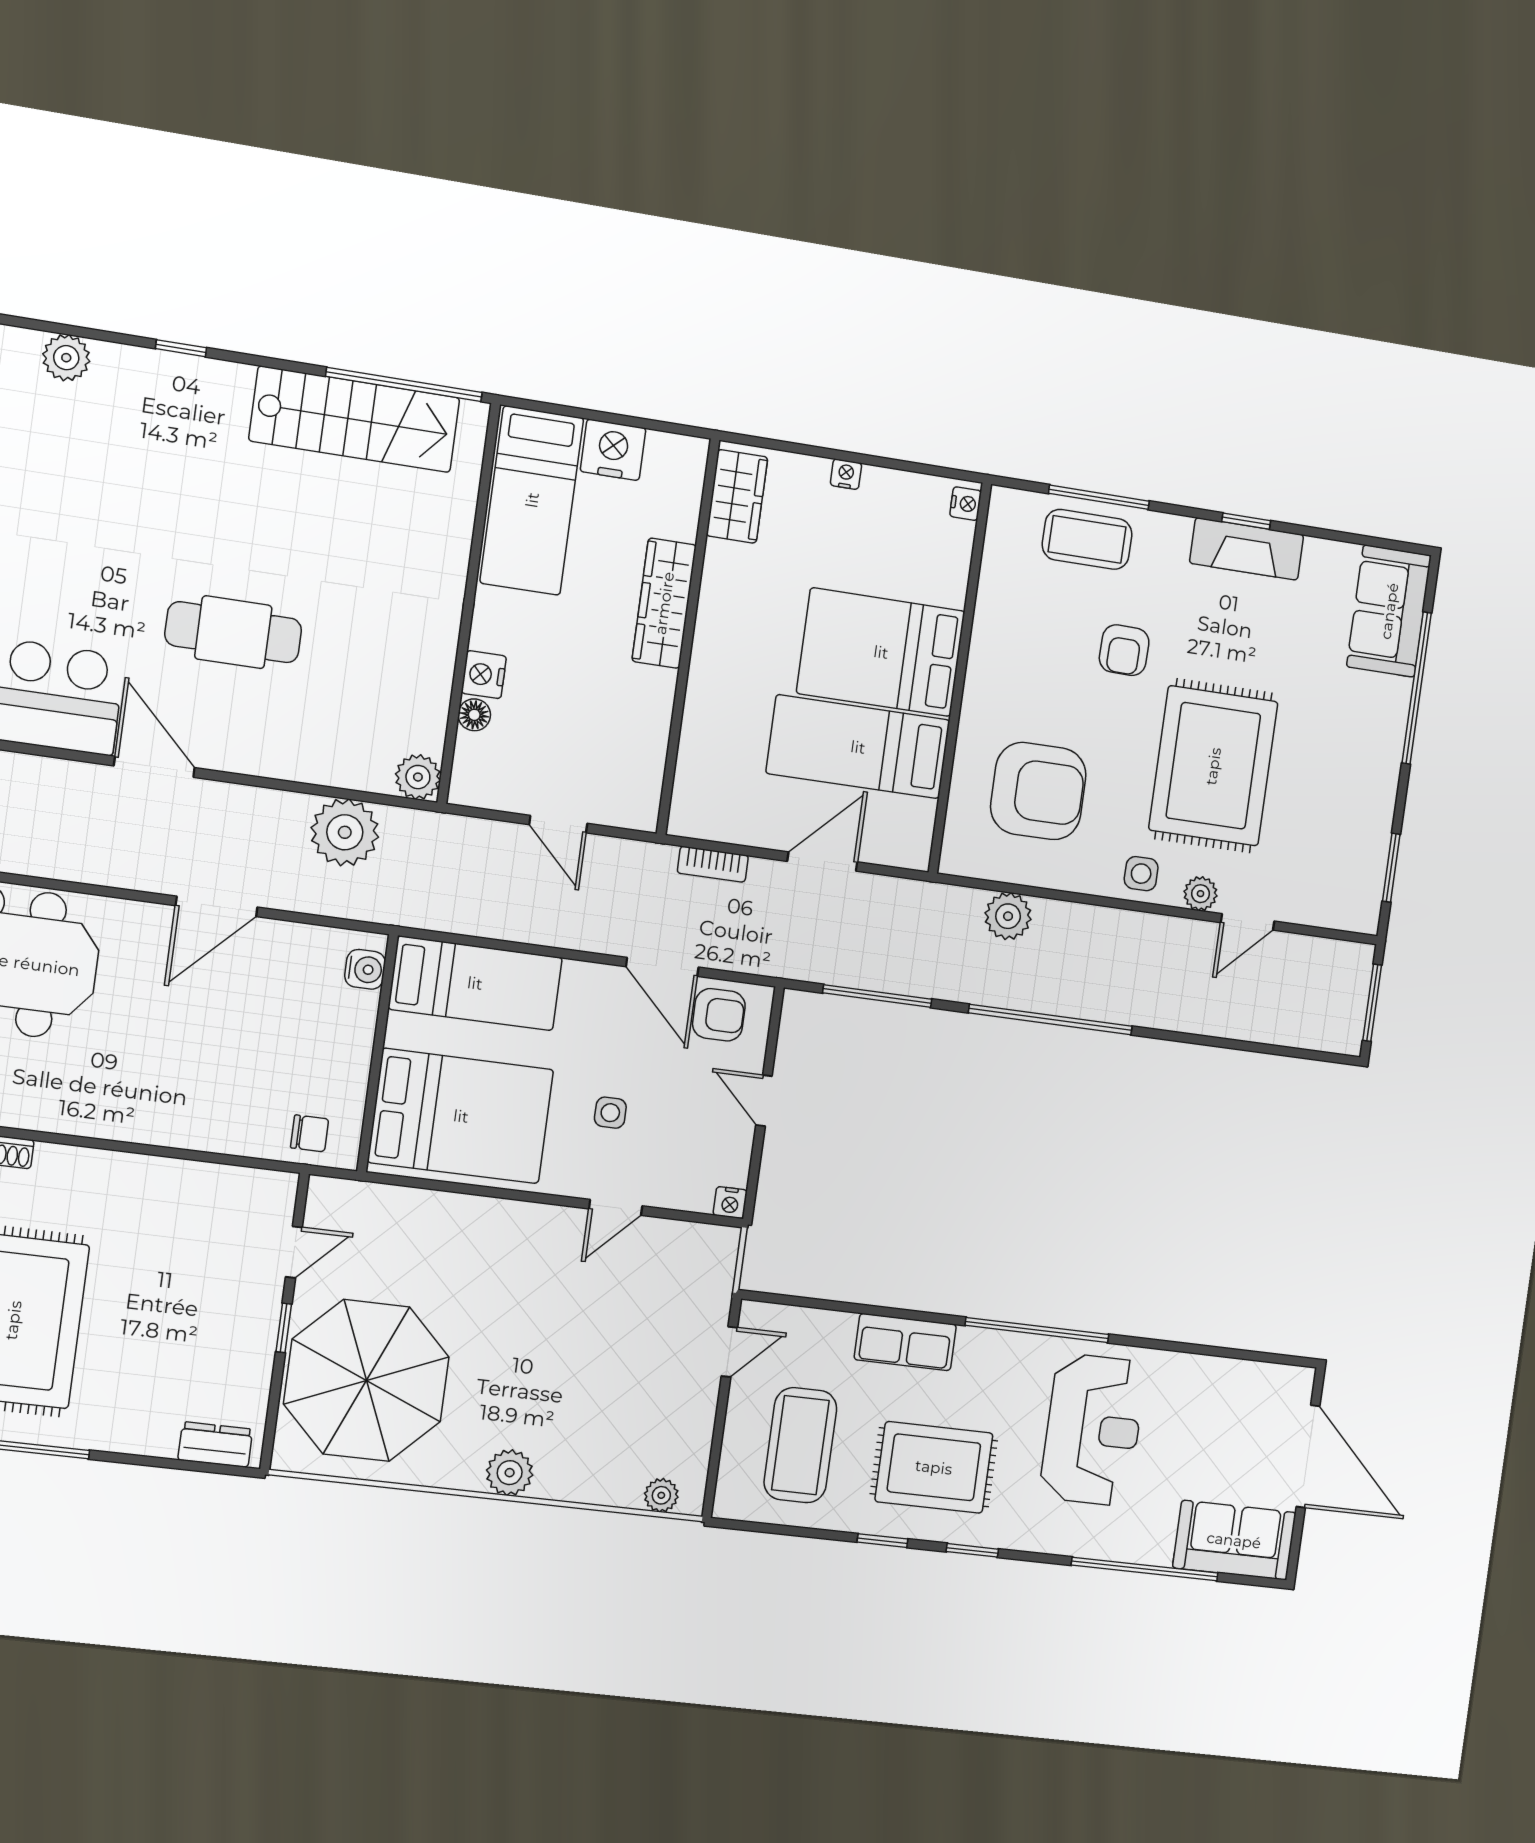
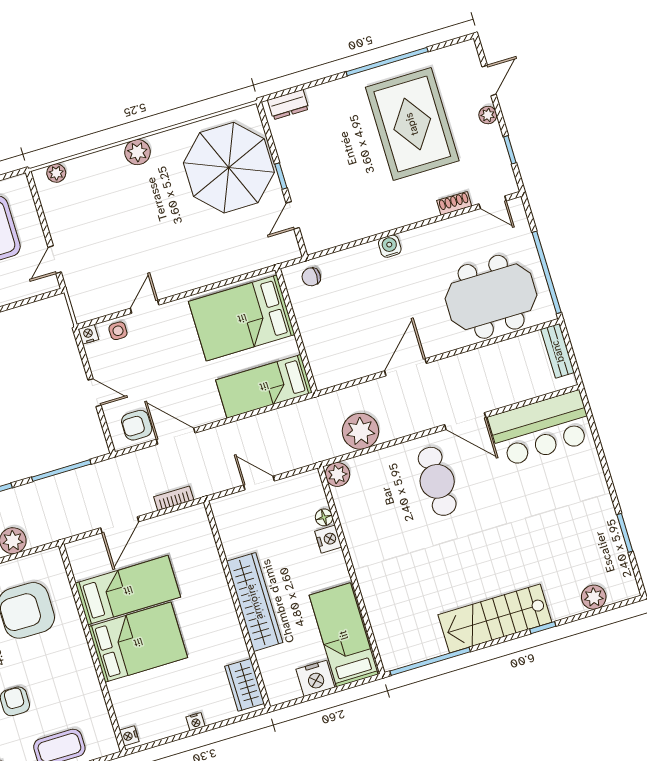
stairs: (354, 419) -> (495, 618), moved
wardrobe: (664, 603) -> (255, 602), width x1.40, depth x1.17
cafe table: (233, 632) -> (437, 481), moved, turned 90
water cooler: (365, 969) -> (390, 246), moved, turned 90
side table: (610, 1113) -> (118, 331), moved

